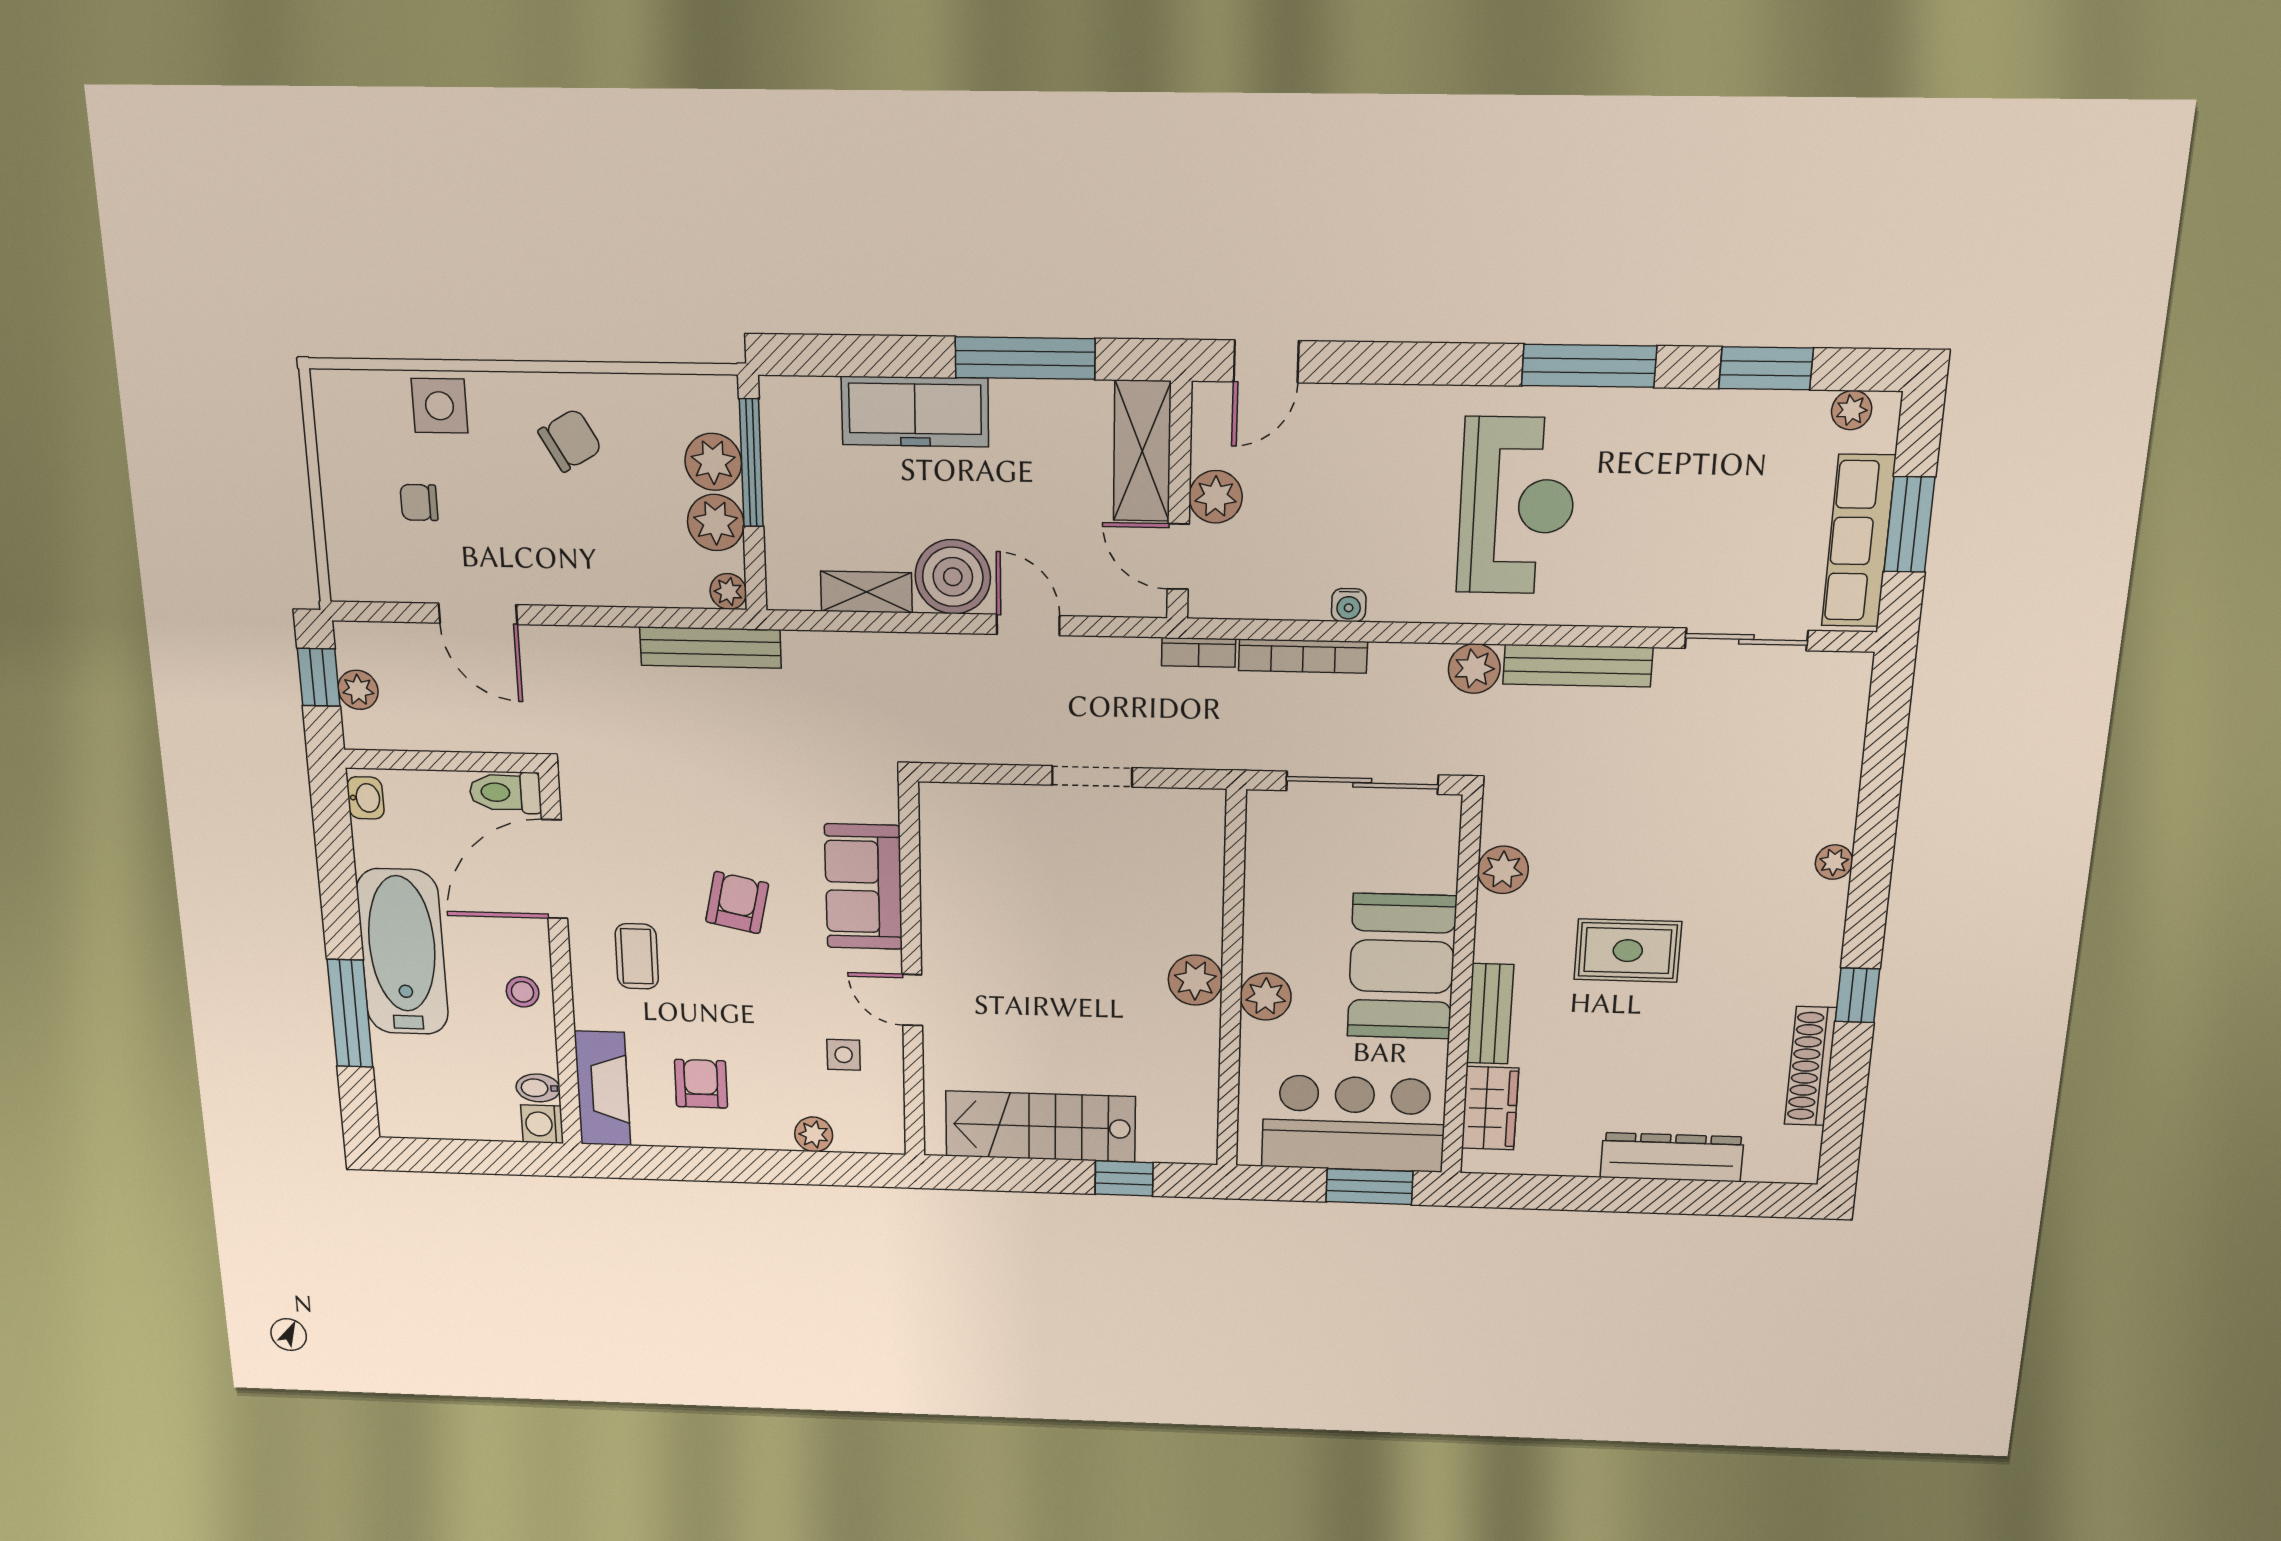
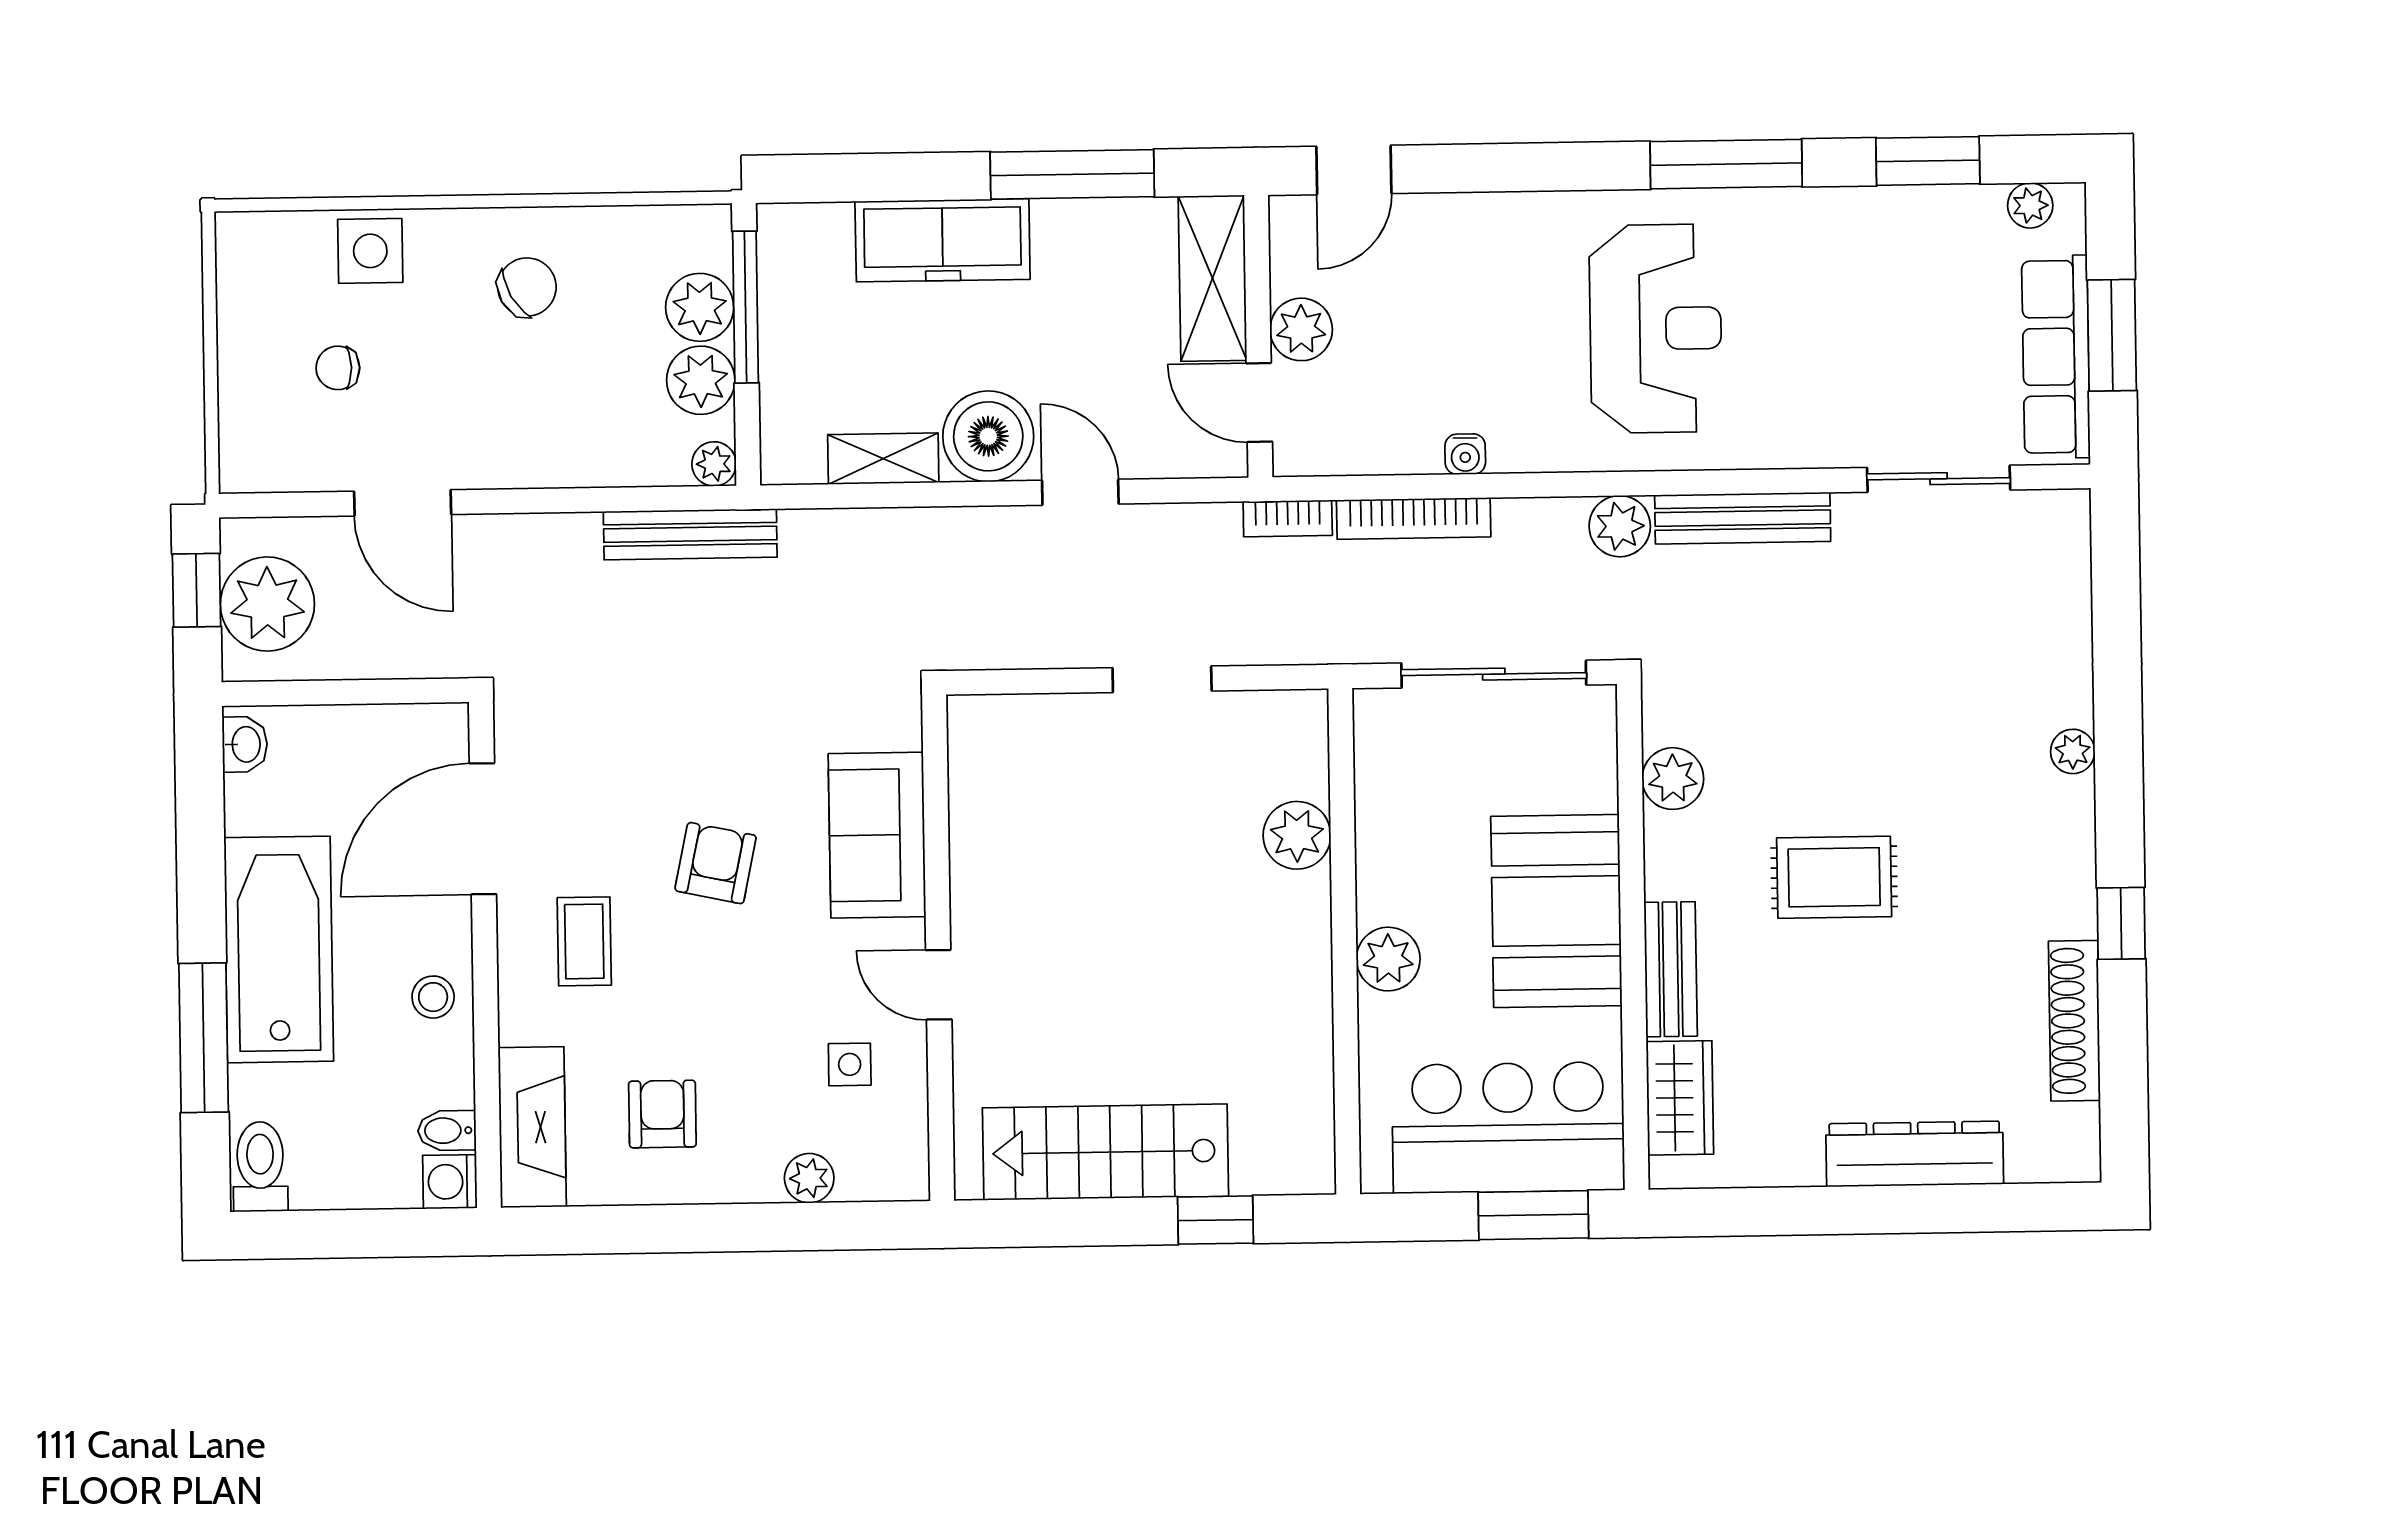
plant: (358, 690) -> (267, 604), width x1.88, depth x1.88
toilet: (505, 792) -> (260, 1167), moved, turned 90
plant: (1195, 980) -> (1297, 835), moved

